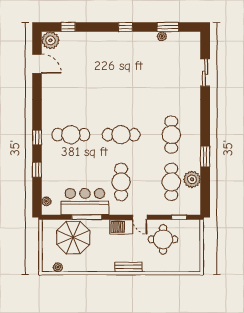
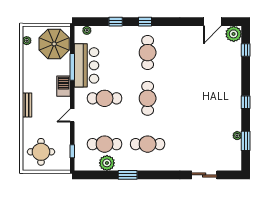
barbecue: (121, 227) -> (64, 86), moved
parasol: (73, 238) -> (54, 44), moved
round table: (163, 239) -> (41, 152), moved

